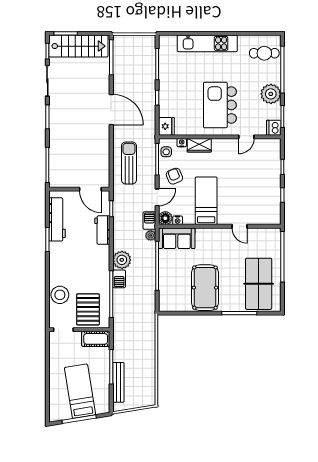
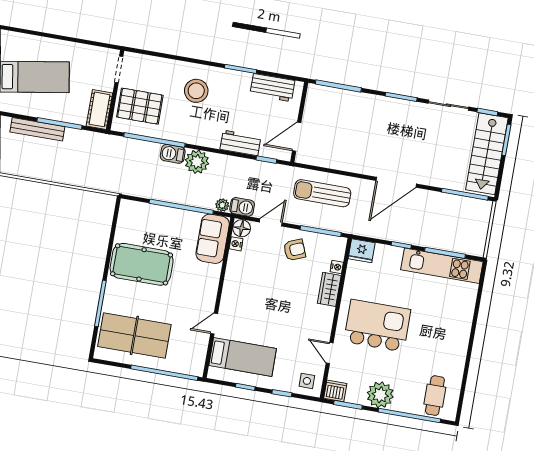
kitchen unit: (207, 43) -> (442, 266), moved, turned -90
side table: (166, 152) -> (307, 381), moved
sun lounger: (129, 163) -> (322, 193), turned 180
door: (157, 197) -> (271, 222), swing flipped
bed: (206, 201) -> (243, 357), moved
workbench: (57, 219) -> (272, 88), width x0.73
stool: (60, 295) -> (196, 91), moved

